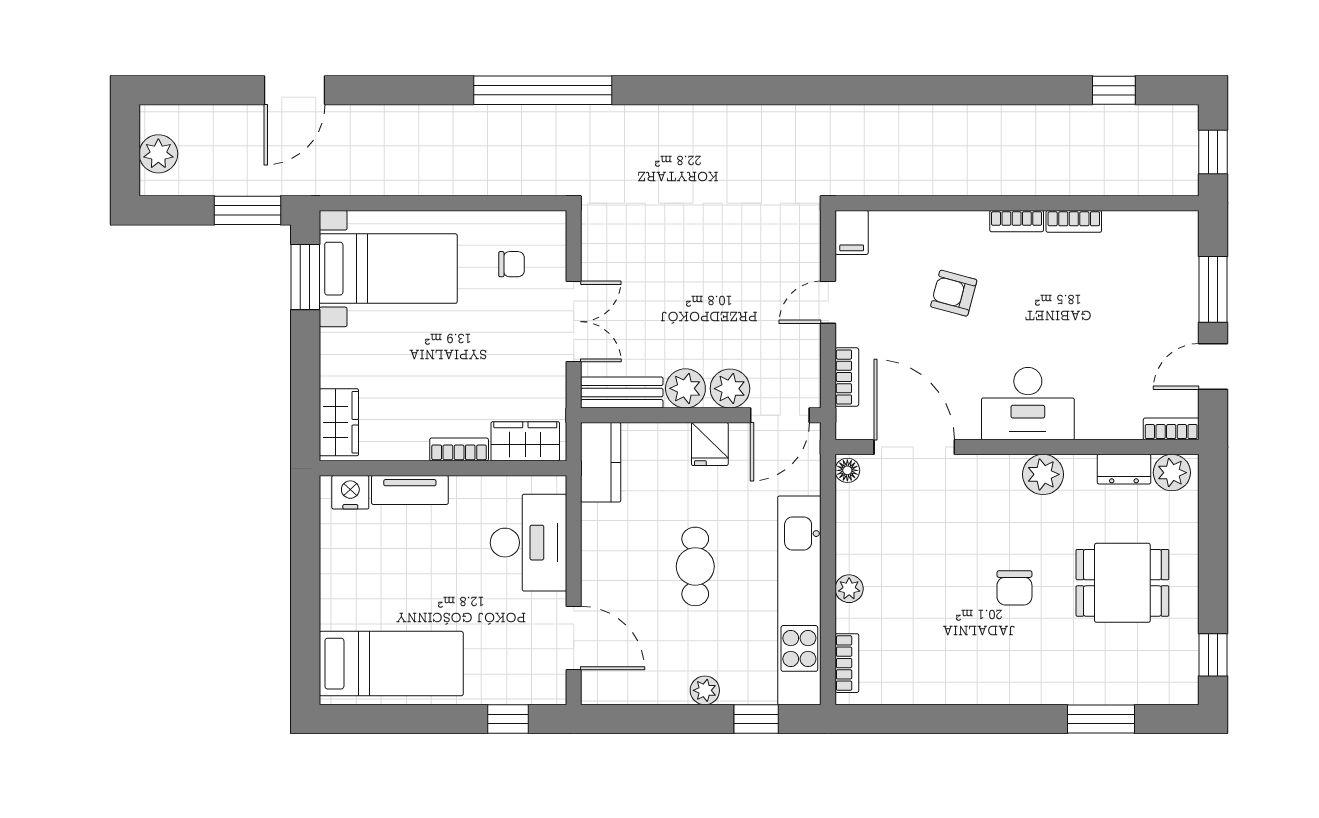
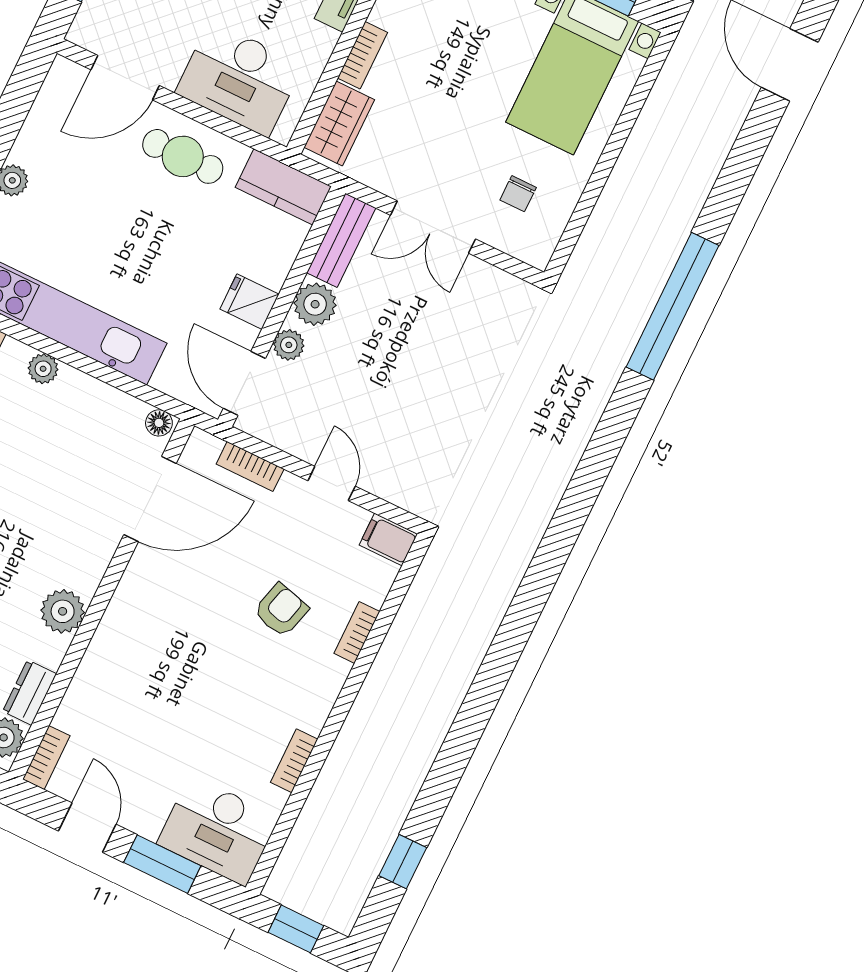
bookcase: (1017, 221) -> (357, 632), moved
plant: (730, 389) -> (289, 345), width x0.73, depth x0.73
desk: (1028, 404) -> (218, 830), moved, turned -90
cafe table: (695, 566) -> (183, 156), moved

